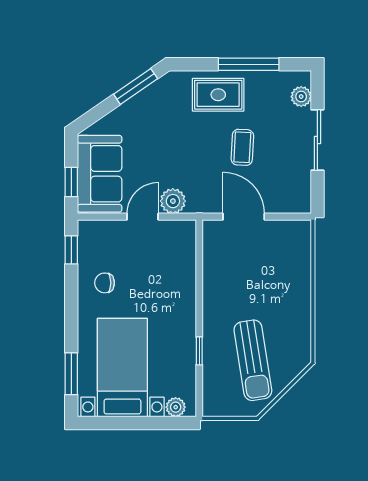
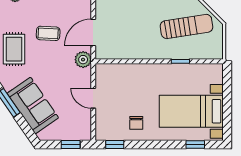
sofa: (100, 174) -> (33, 106), moved, turned 55
plant: (173, 201) -> (83, 60), moved
window: (71, 374) -> (195, 144), width x0.67
plant: (176, 407) -> (217, 77), removed

